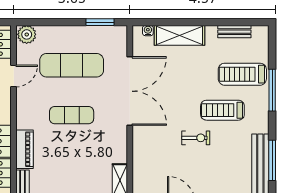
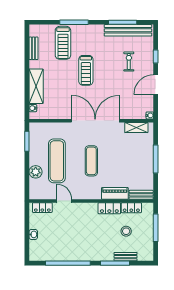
plant: (27, 34) -> (36, 172), moved
double door: (130, 91) -> (95, 121), moved
treadmill: (222, 110) -> (86, 70), moved
exercise bike: (196, 138) -> (129, 62), moved

